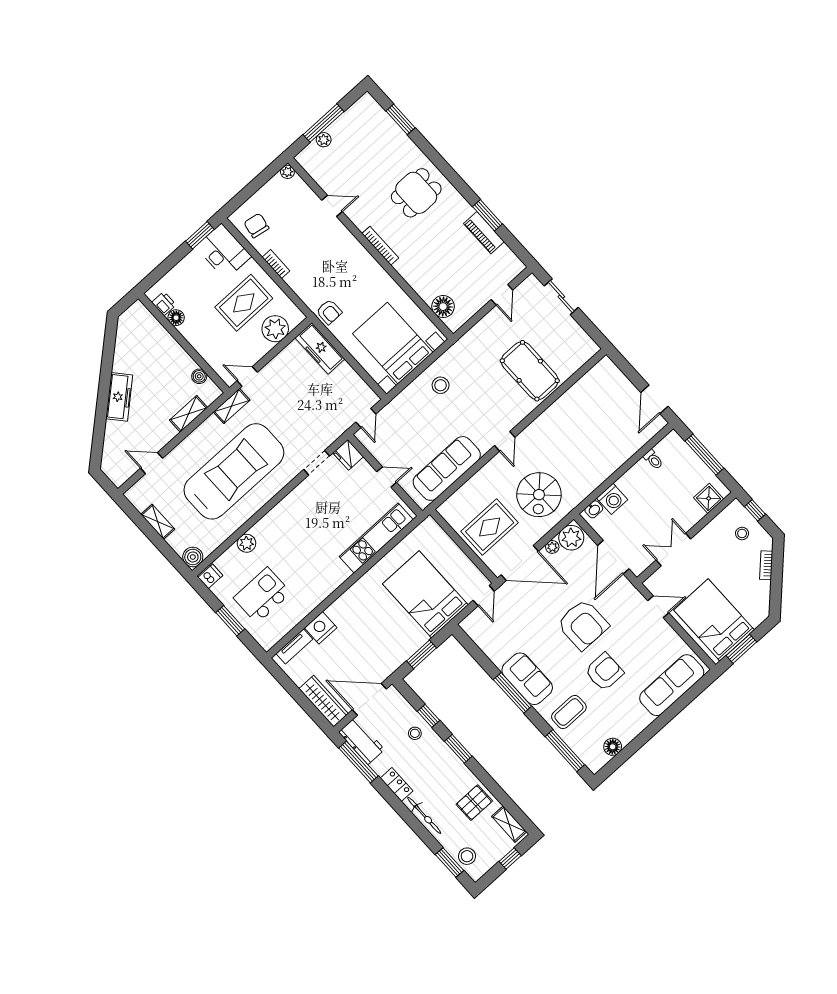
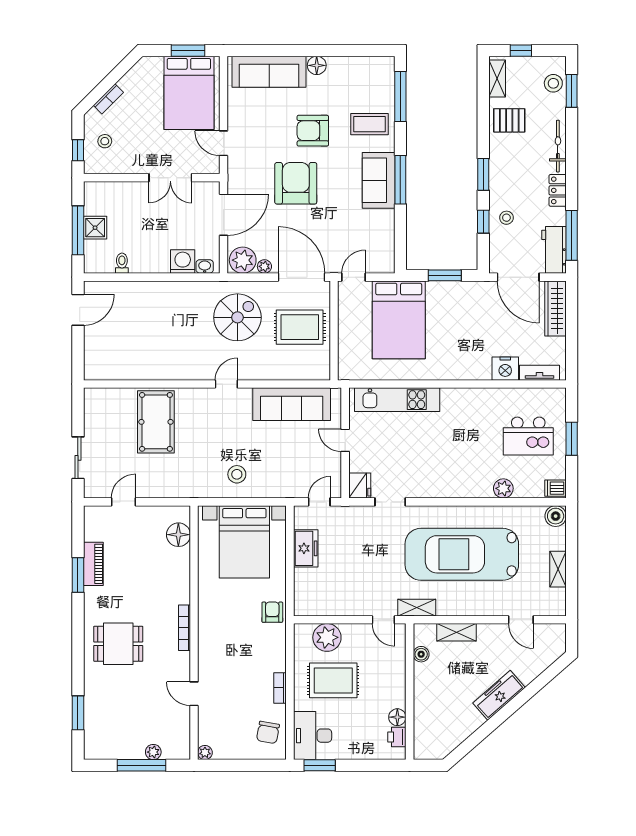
freezer: (320, 348) -> (306, 548), moved, width x0.71
shower: (709, 498) -> (95, 228), moved
floor lamp: (613, 747) -> (317, 65), moved

